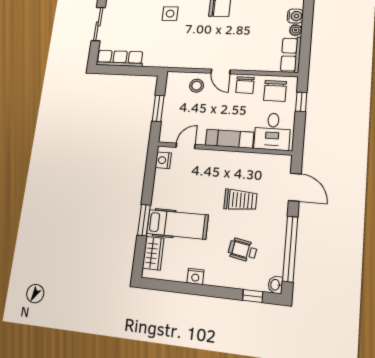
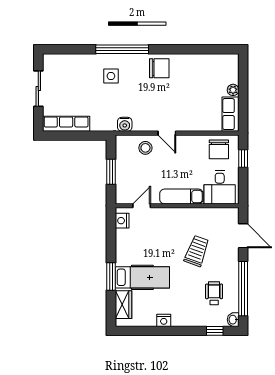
water cooler: (295, 16) -> (125, 124), moved, turned 90
chair: (245, 85) -> (191, 145), removed
trolley: (240, 200) -> (197, 251), turned -70
wheelchair: (243, 250) -> (214, 293), moved, turned 80

